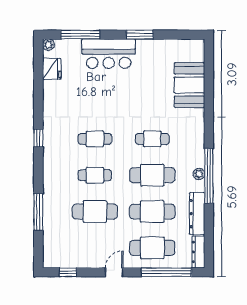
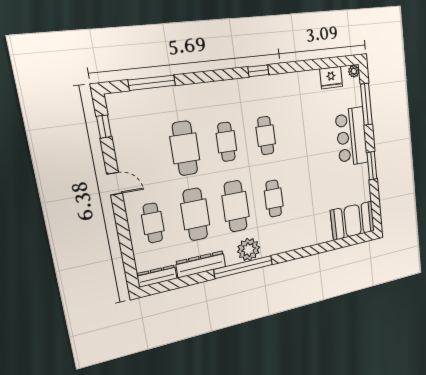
booth: (189, 85) -> (353, 221), moved
plant: (199, 174) -> (249, 250), width x1.87, depth x1.87
window: (38, 212) -> (152, 83), moved
cafe table: (152, 248) -> (153, 223), width x0.73, depth x0.74
window: (166, 272) -> (126, 245), removed

